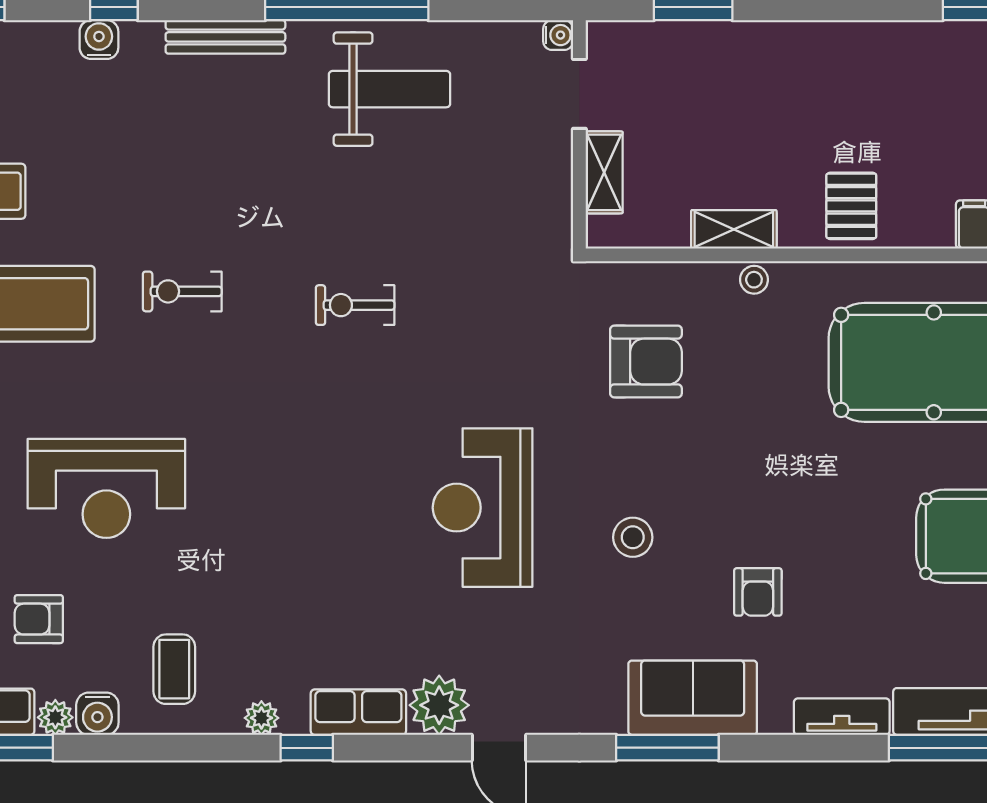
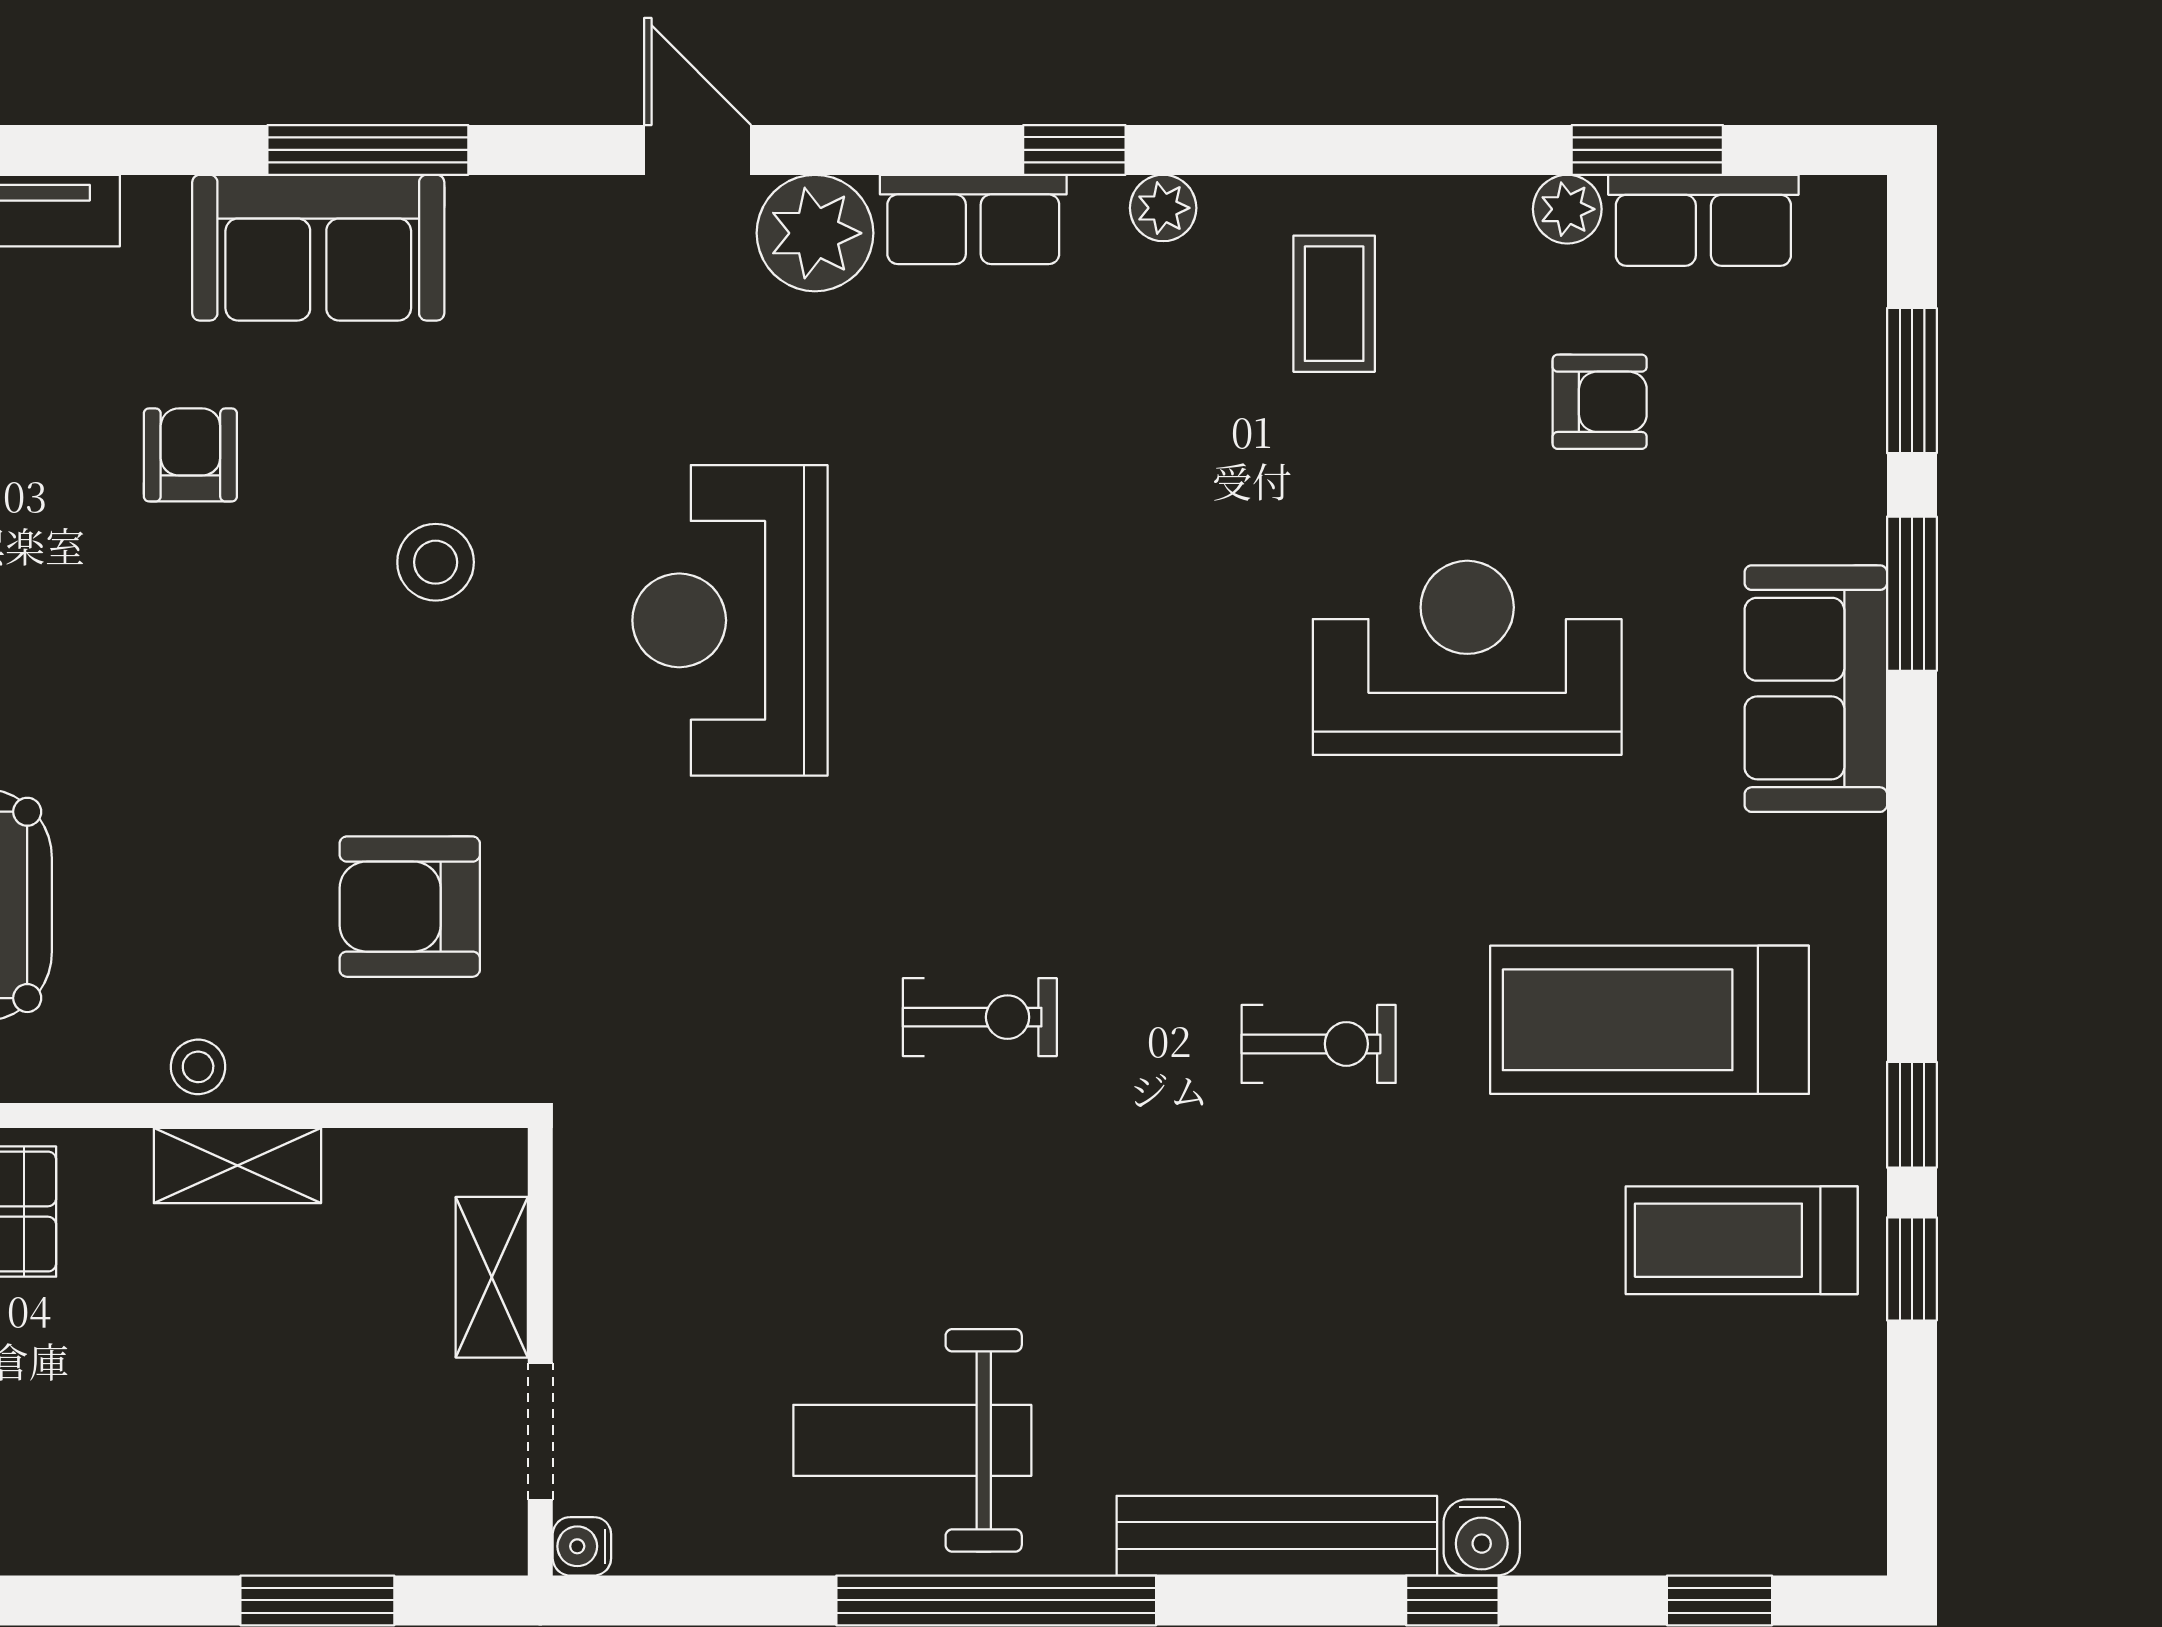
bench: (225, 37) -> (1277, 1536), width x1.37, depth x1.21
reception desk: (483, 508) -> (730, 620), turned 180
water cooler: (97, 714) -> (1485, 216), removed

